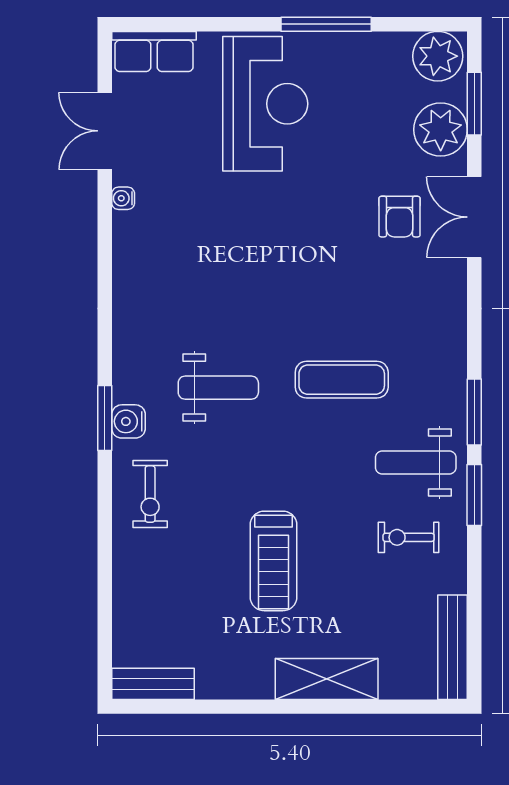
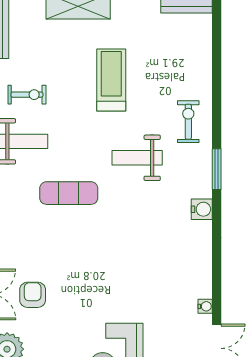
weight bench: (218, 388) -> (137, 158), moved
water cooler: (128, 421) -> (202, 209), moved

